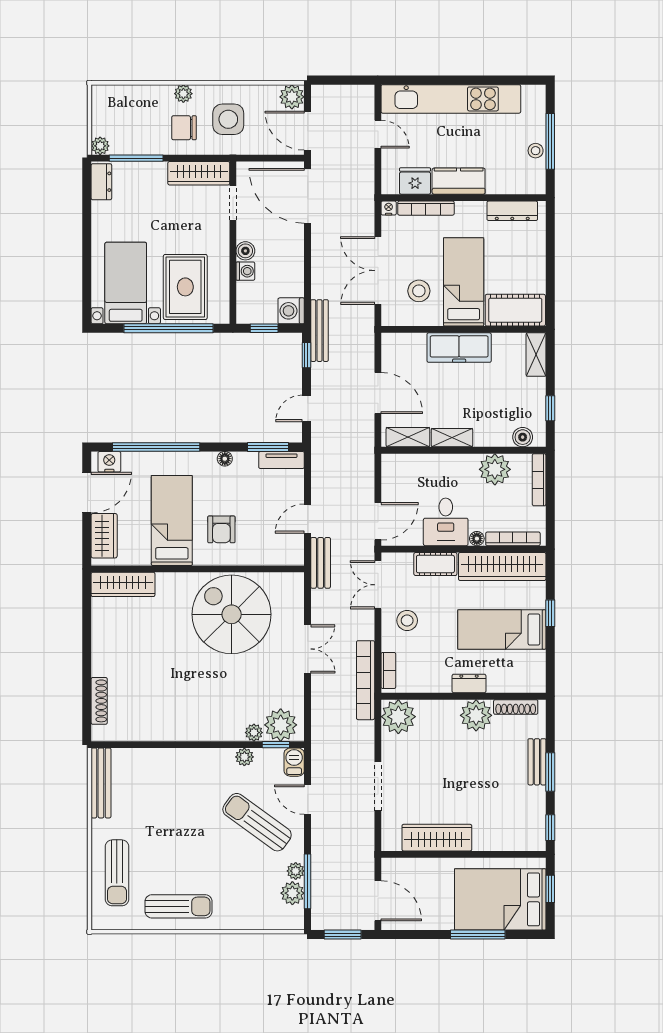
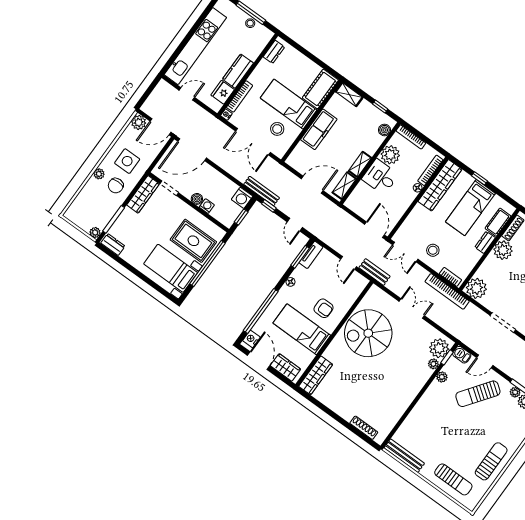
dresser: (512, 211) -> (274, 52), width x0.70
desk: (446, 522) -> (380, 177), moved, turned 180
cot: (435, 564) -> (498, 222), moved

